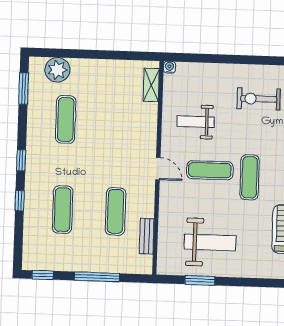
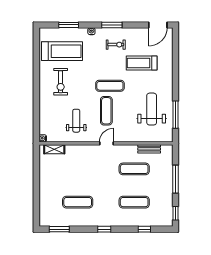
plant: (57, 70) -> (47, 208), removed
weight bench: (196, 122) -> (76, 121), turned 180
window: (20, 201) -> (144, 229), moved
window: (200, 280) -> (176, 115), width x1.44

